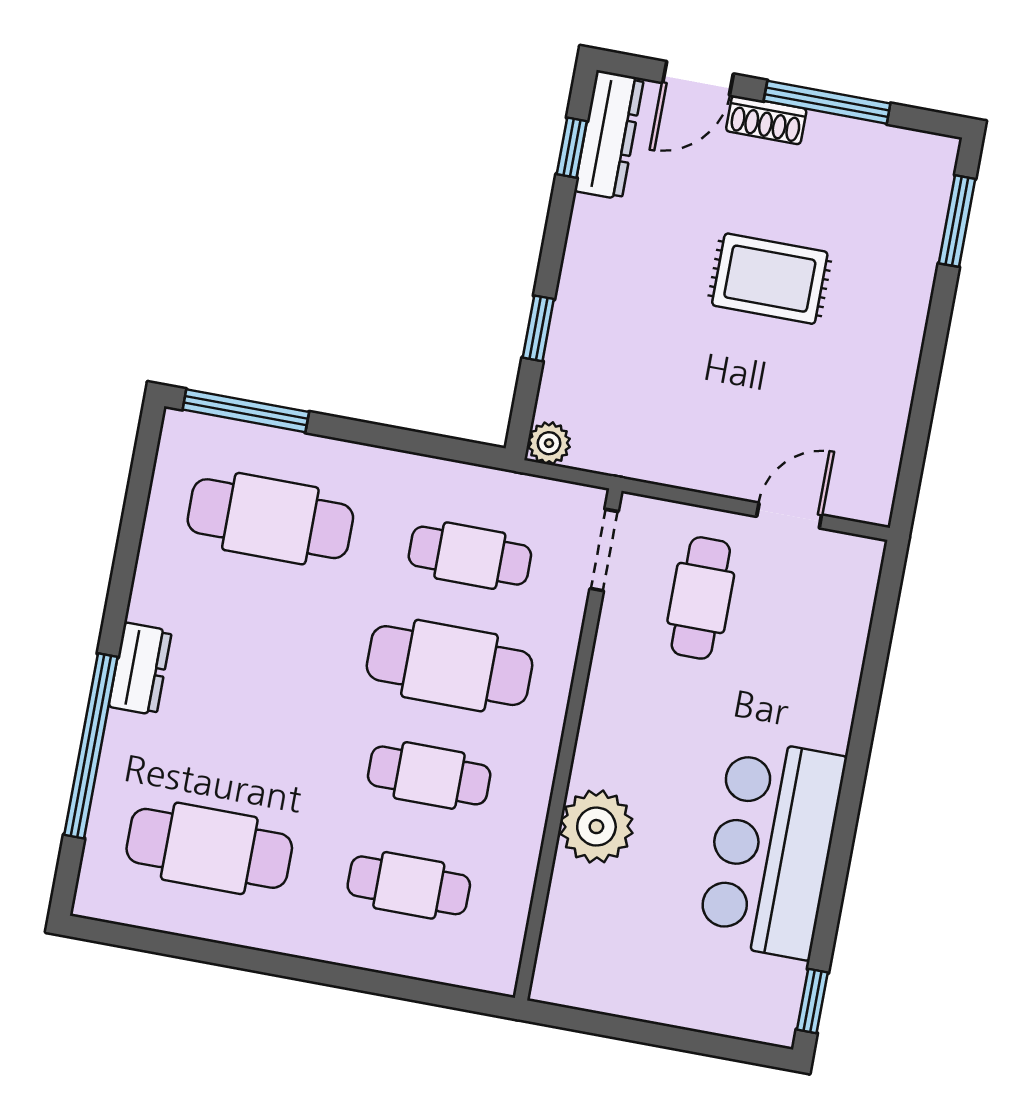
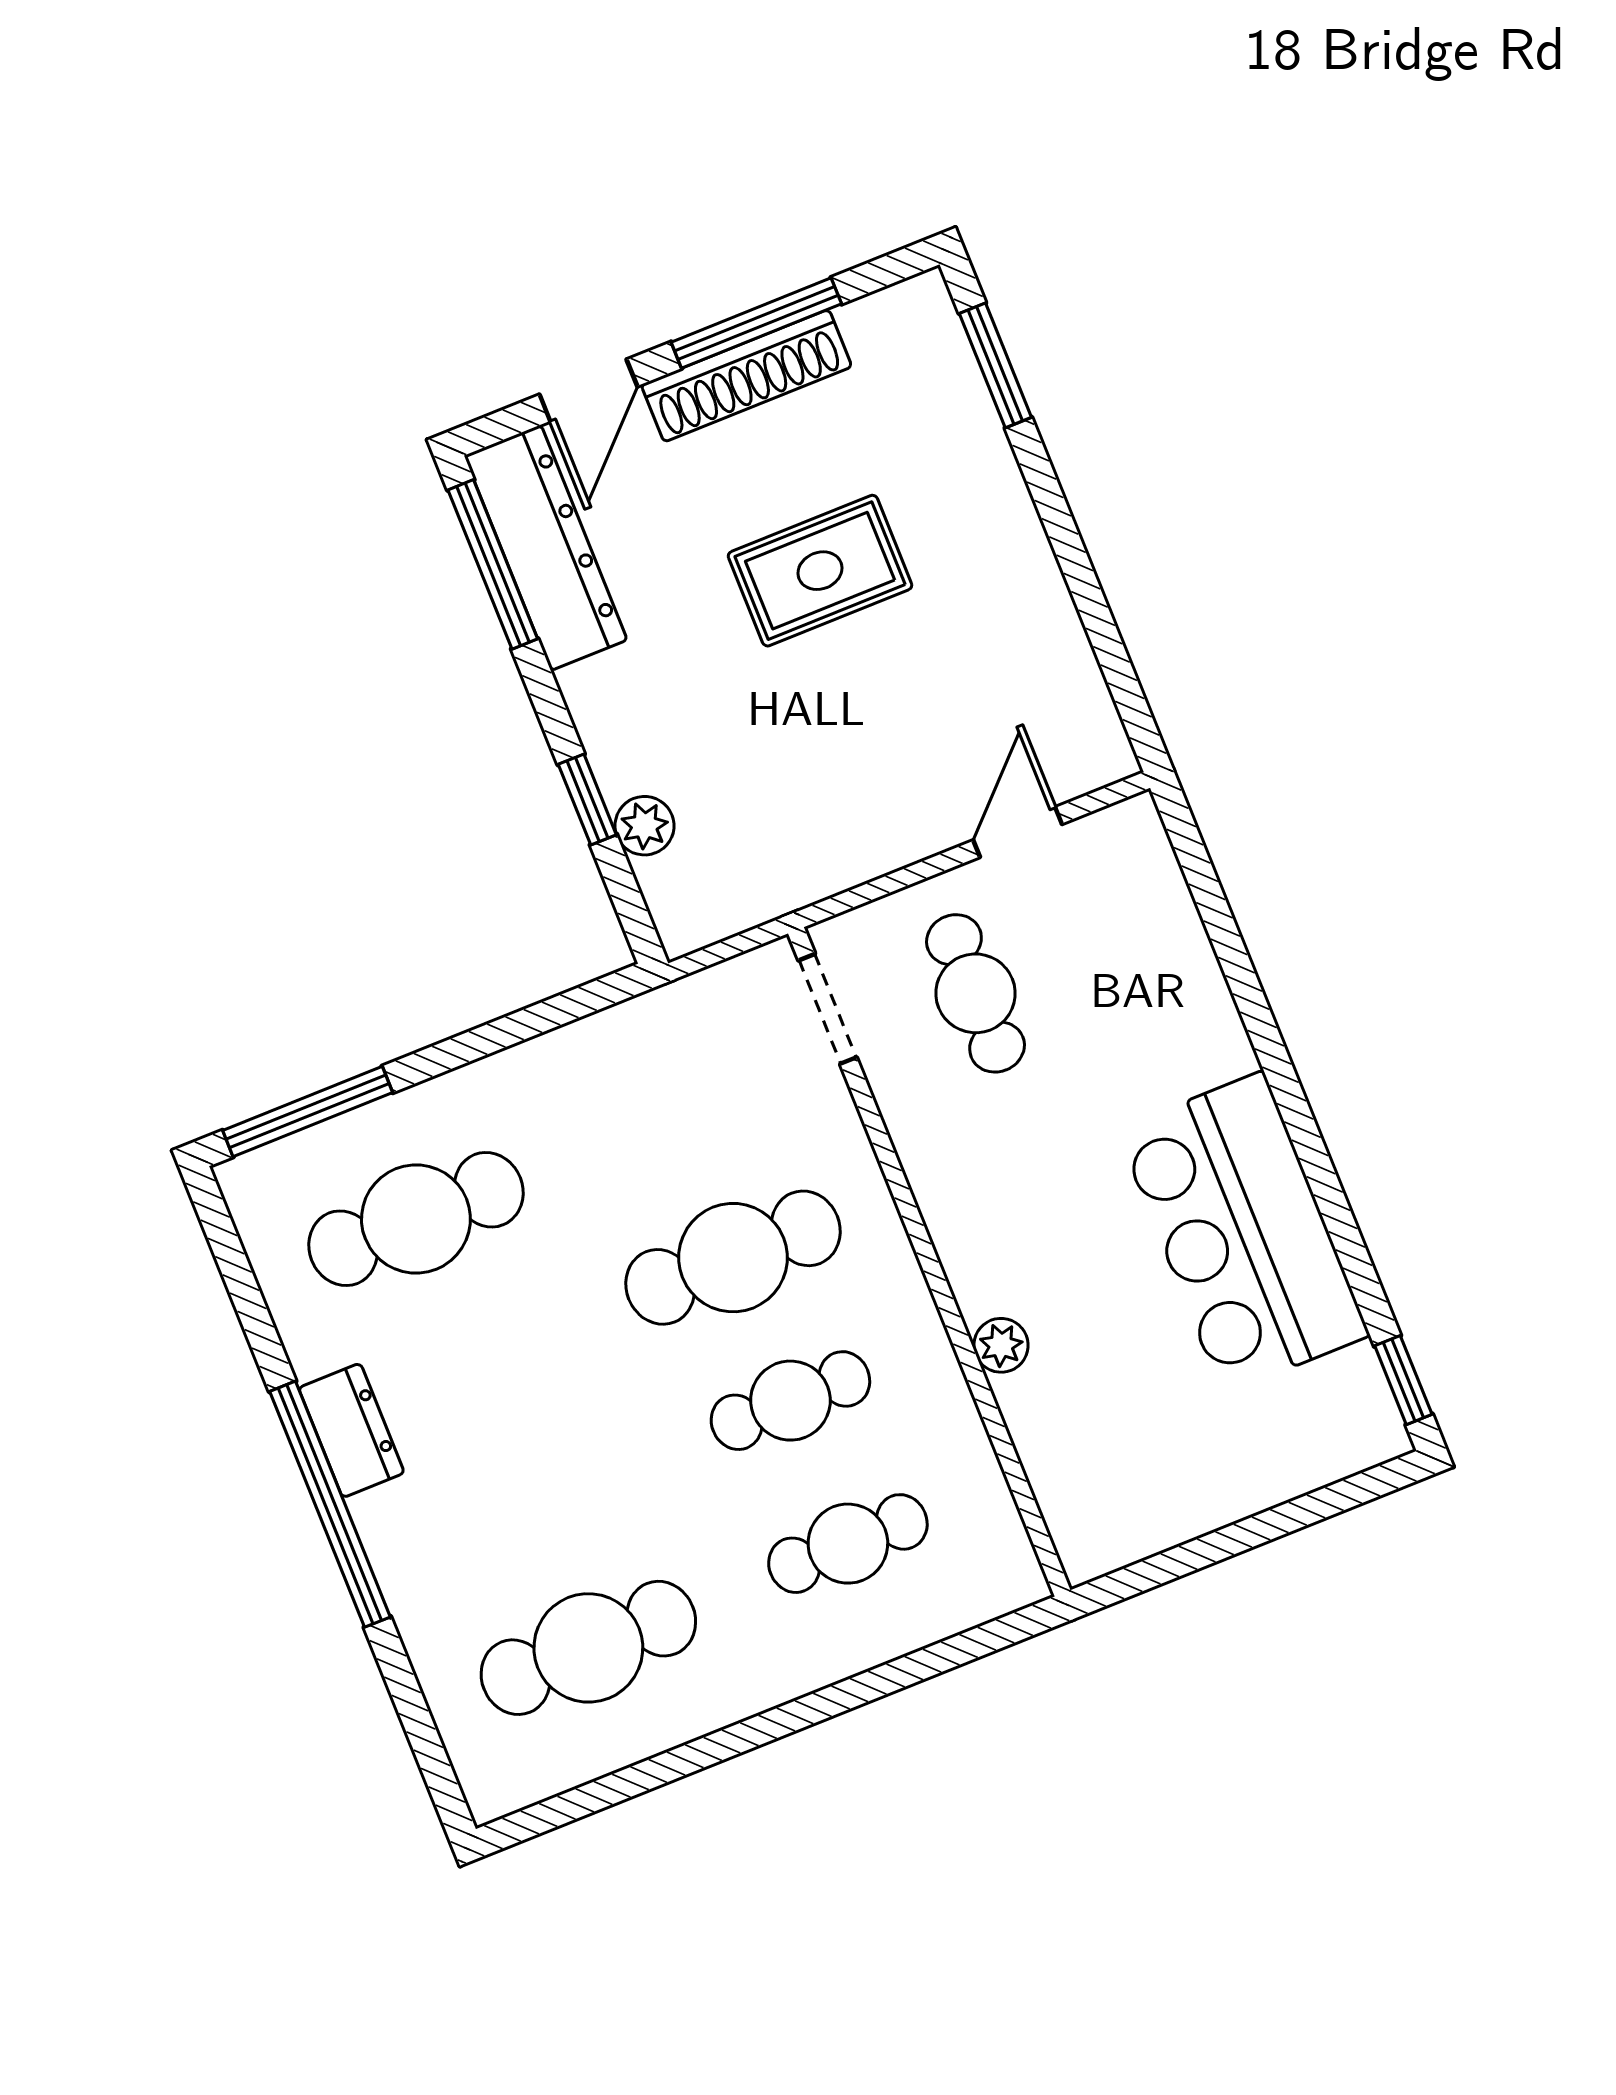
shoe rack: (766, 120) -> (746, 376), width x1.94, depth x1.24
dresser: (609, 135) -> (546, 548), width x1.37, depth x1.24
window: (572, 148) -> (493, 564), width x2.17
plant: (549, 443) -> (645, 826), moved
cafe table: (470, 556) -> (676, 1115), removed
dresser: (140, 669) -> (351, 1430), moved
window: (91, 746) -> (330, 1504), moved
plant: (596, 827) -> (1001, 1345), width x0.53, depth x0.53

